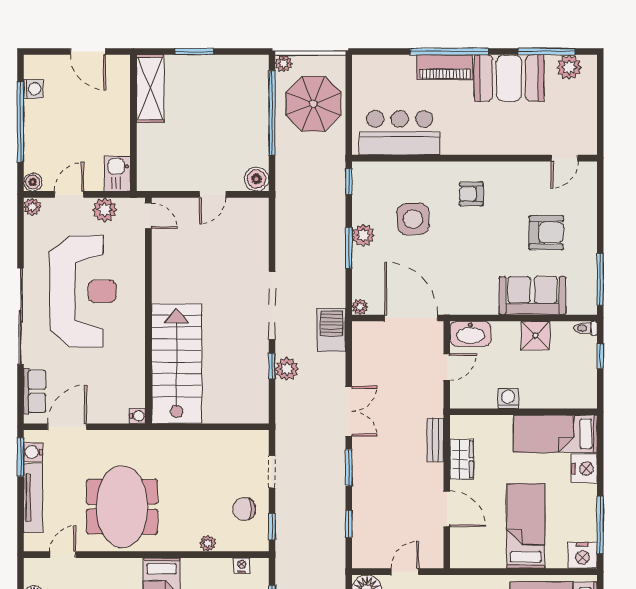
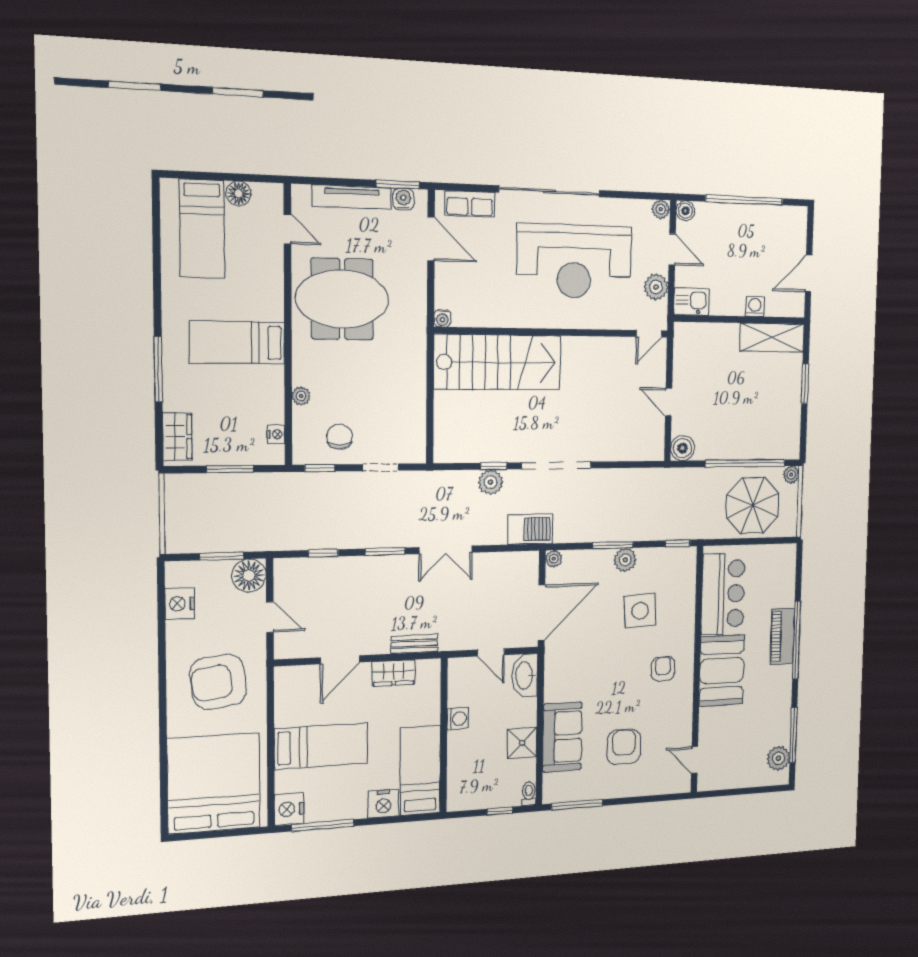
booth: (509, 78) -> (722, 671), moved
washing machine: (33, 89) -> (755, 306), moved, turned 180
armchair: (546, 233) -> (624, 747), turned 180

